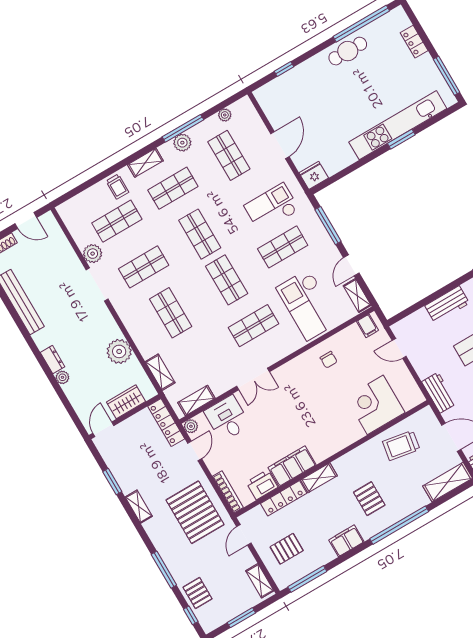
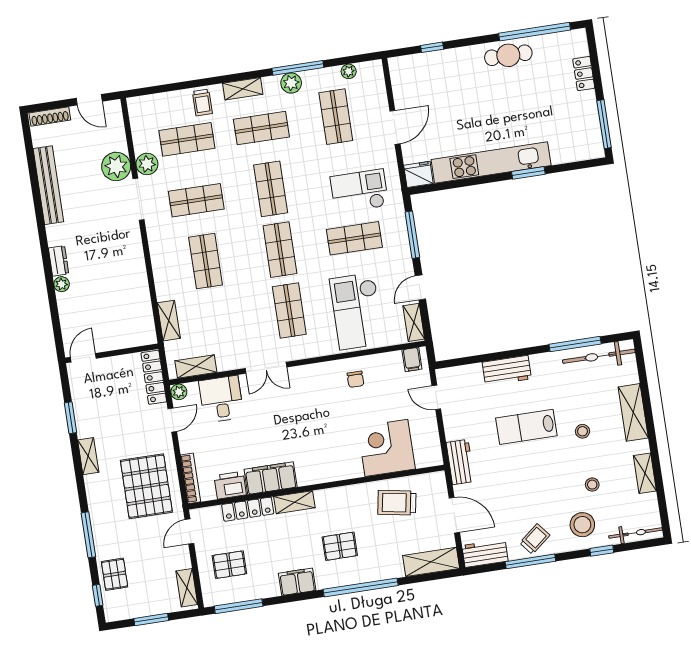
kitchen unit: (398, 125) -> (491, 163), moved
shop shelf: (254, 326) -> (289, 310), turned 90
plant: (119, 351) -> (116, 166), moved
wardrobe: (126, 402) -> (119, 338), removed
pallet: (369, 499) -> (340, 546), turned 90

